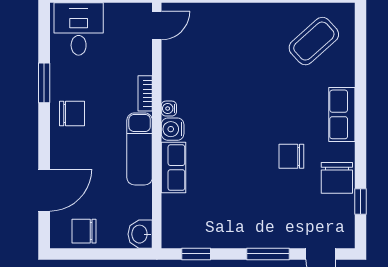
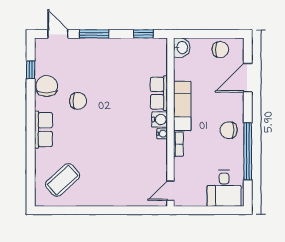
window: (44, 83) -> (248, 151), width x2.11

